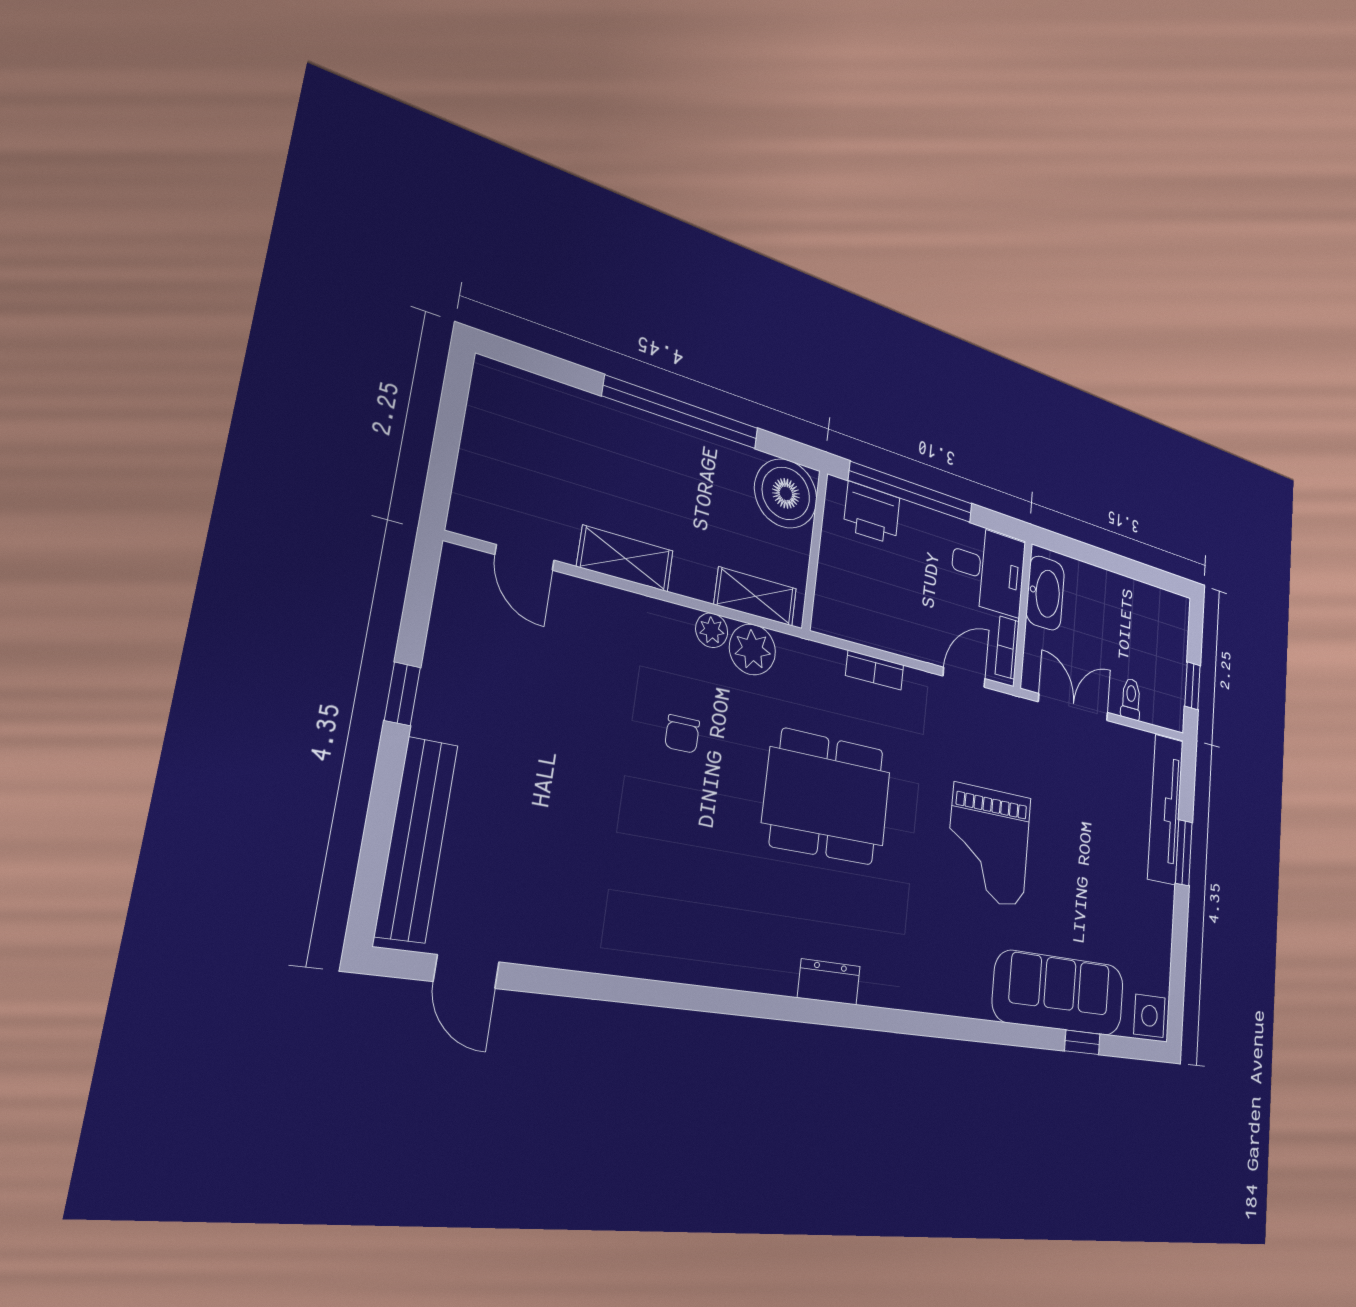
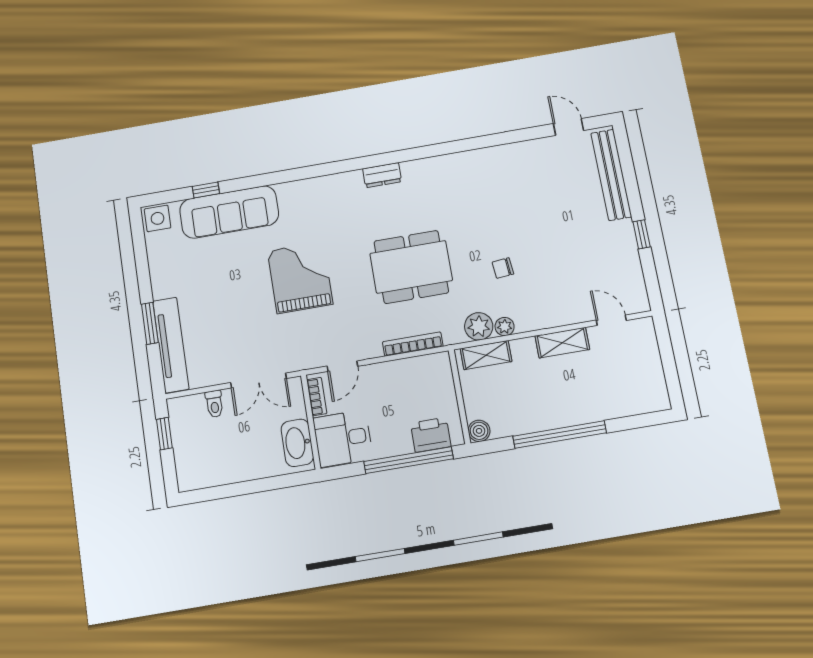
boiler: (786, 493) -> (479, 431), width x0.54, depth x0.54
bookcase: (875, 670) -> (413, 344), width x1.56
chair: (682, 734) -> (503, 268), turned -95

